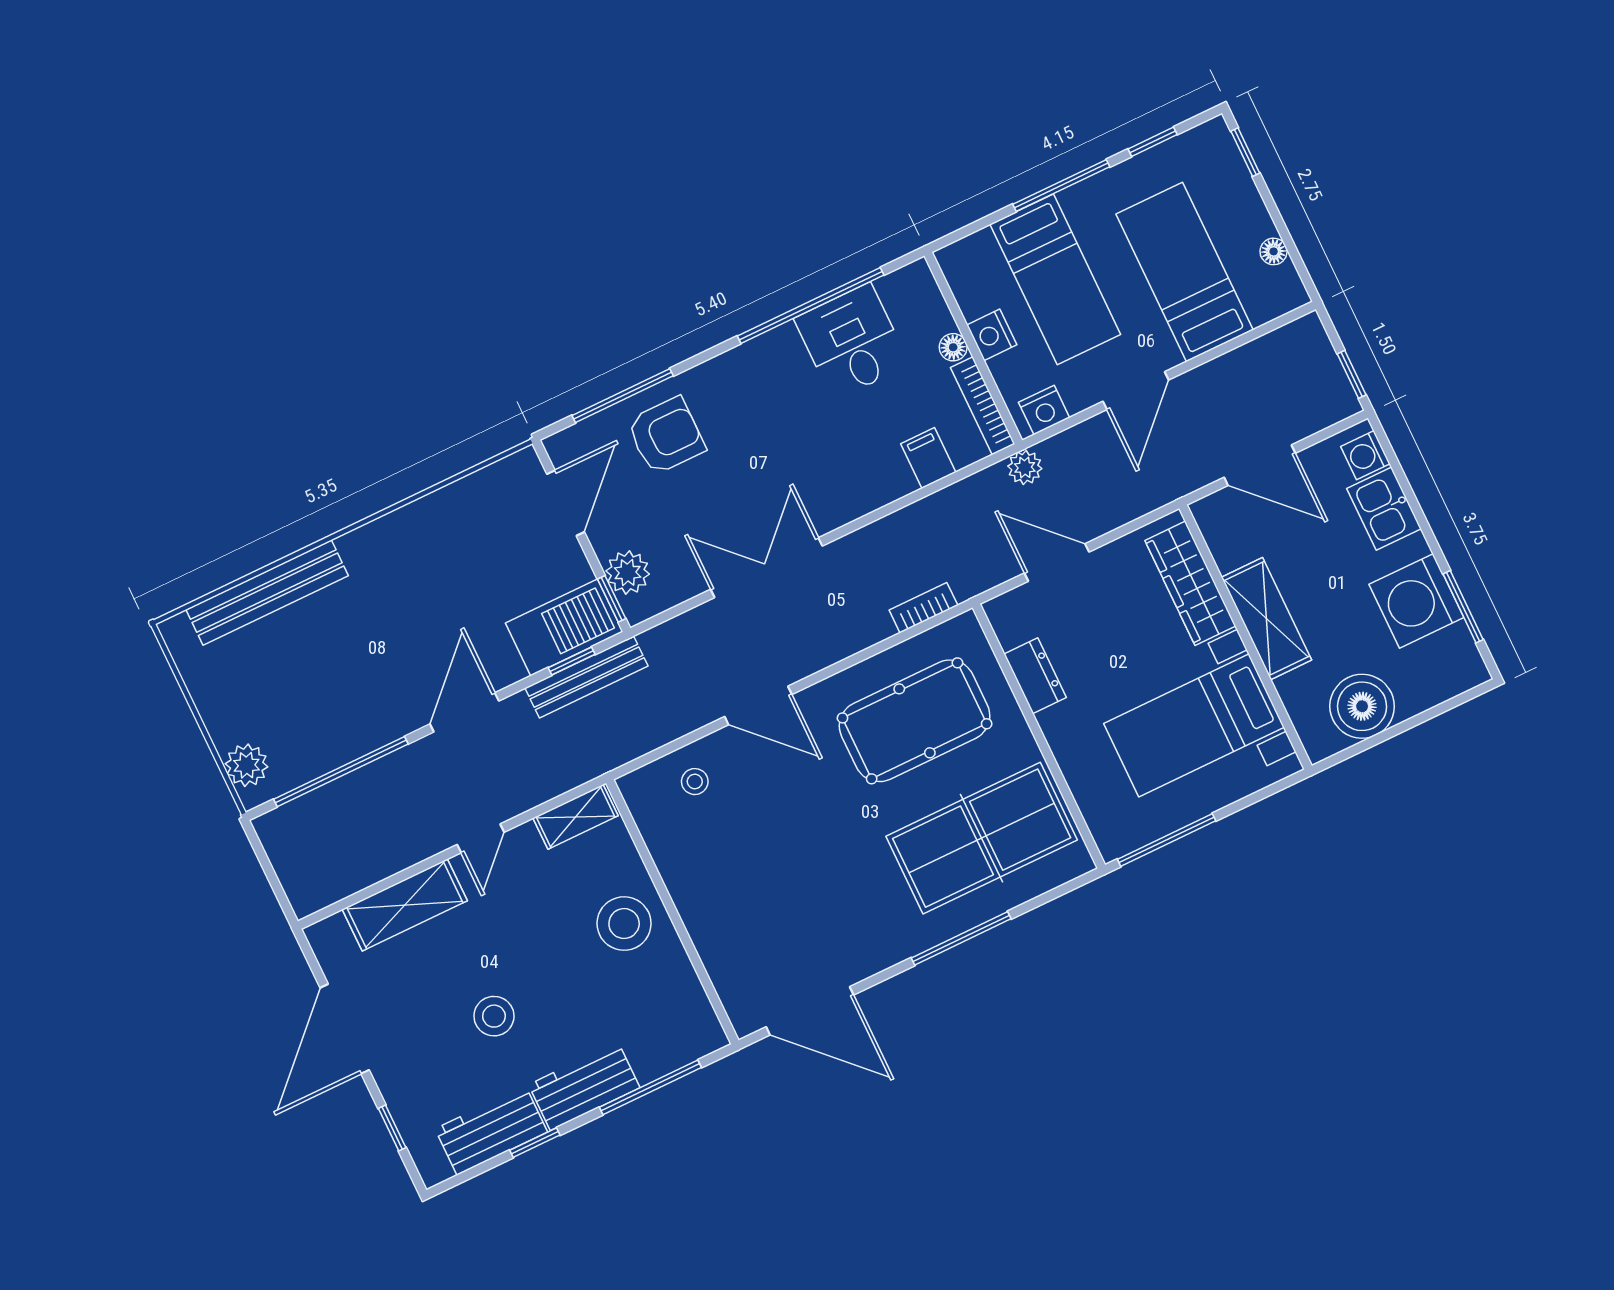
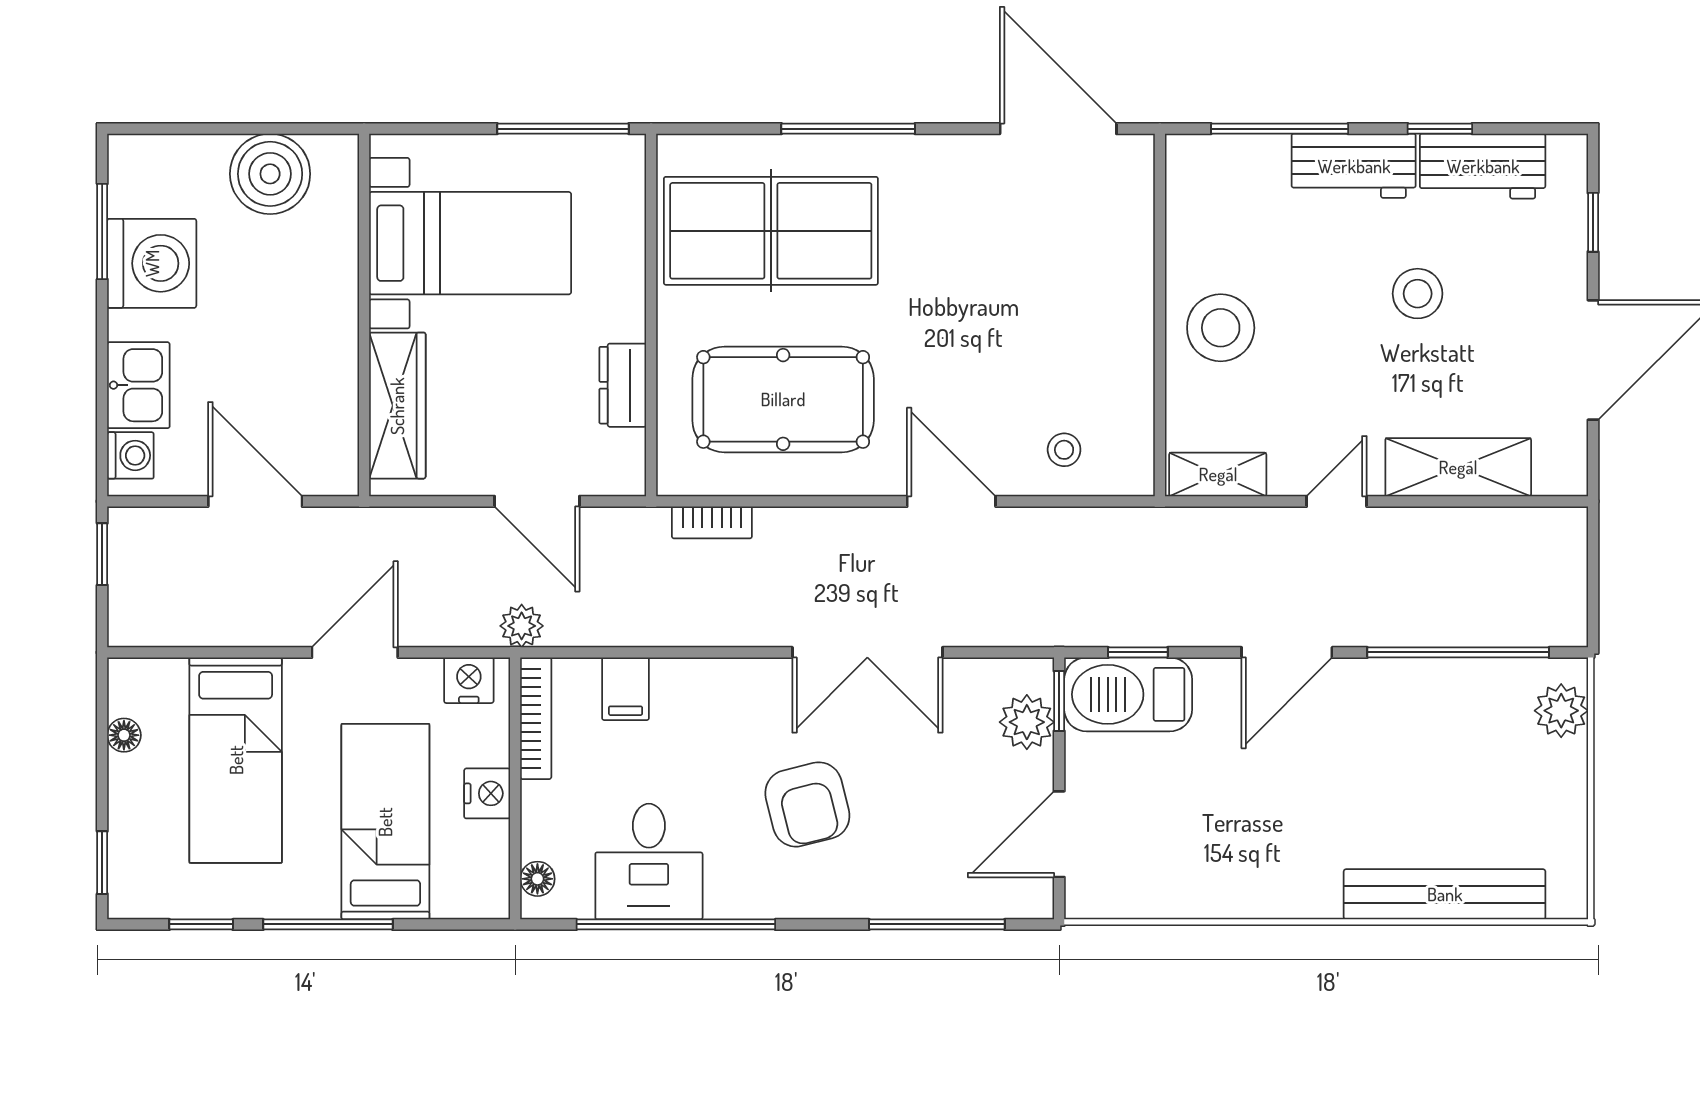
floor lamp: (953, 347) -> (537, 879), moved
armchair: (666, 436) -> (807, 804), moved, turned -104
shelving: (1266, 619) -> (331, 325), removed
bench: (587, 677) -> (1130, 626), removed

